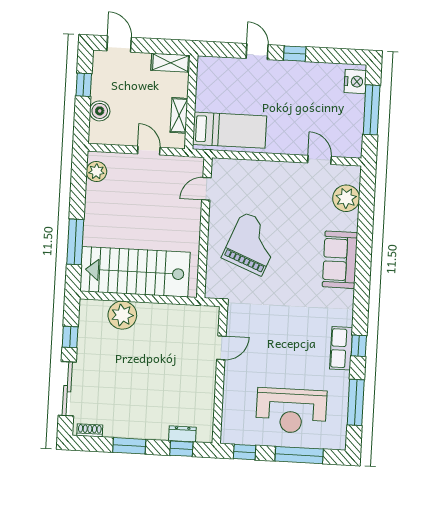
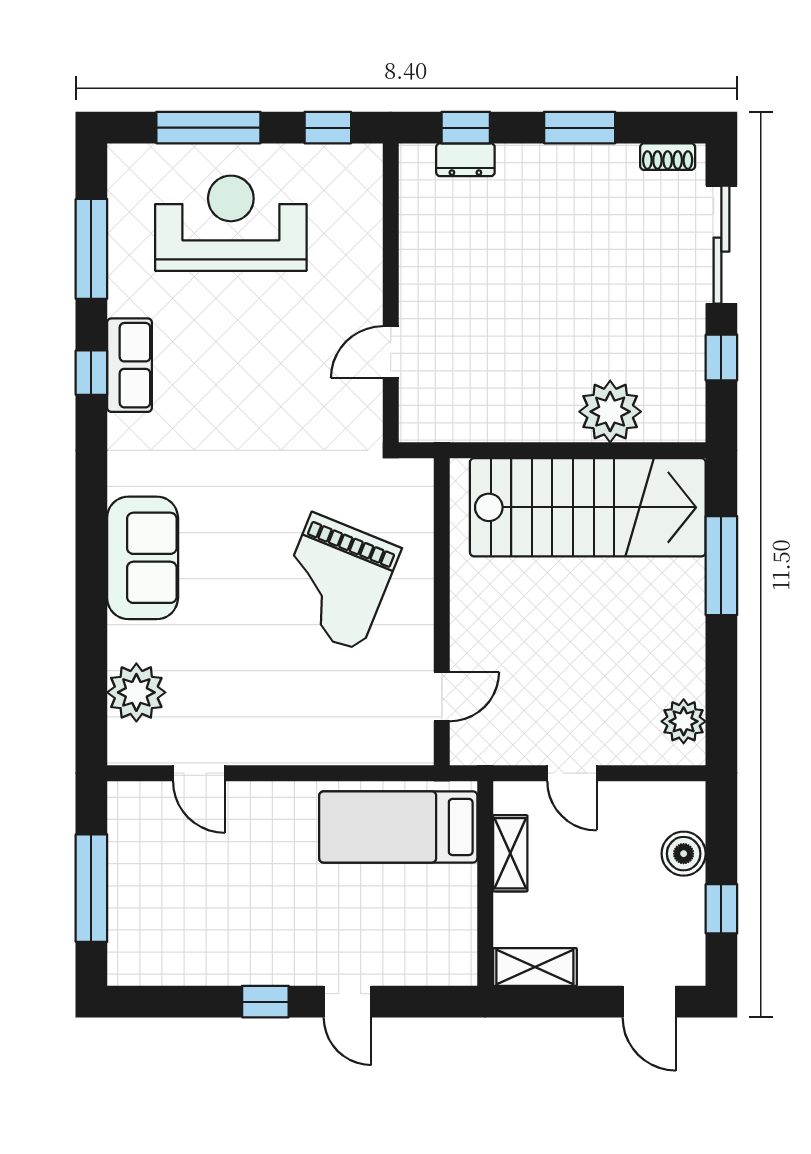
nightstand: (355, 81) -> (130, 948), removed

